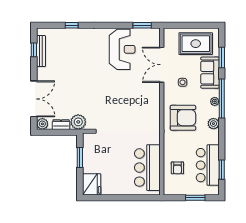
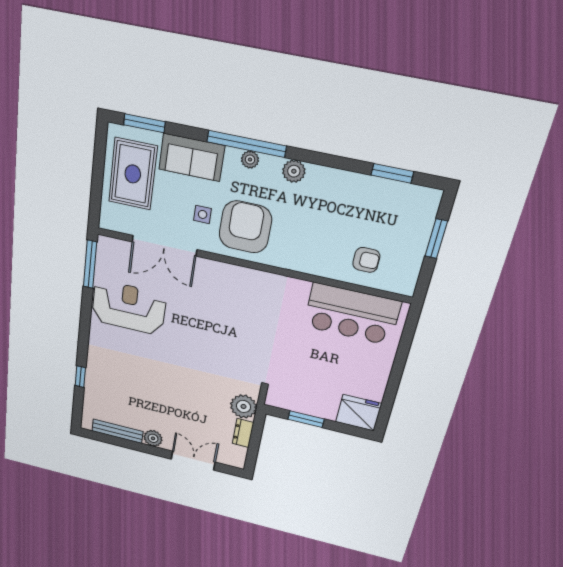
window: (142, 25) -> (90, 264), width x1.44
window: (34, 50) -> (114, 441), removed
window: (222, 58) -> (144, 123), moved
double door: (34, 99) -> (193, 461), width x0.73
armchair: (183, 118) -> (245, 227), moved
plant: (42, 124) -> (153, 438), moved
bar counter: (208, 165) -> (376, 200), removed

